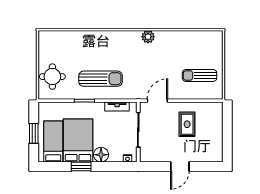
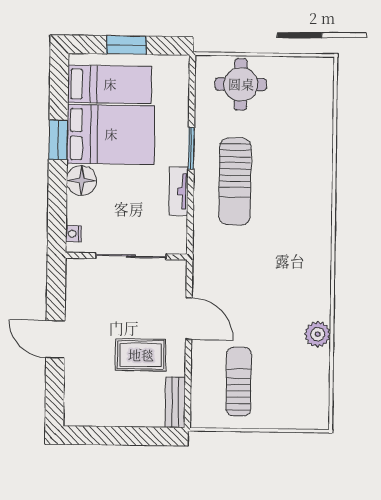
plant: (148, 37) -> (318, 334), moved
door: (157, 101) -> (189, 318), moved
tv unit: (117, 107) -> (179, 191), moved
bench: (210, 107) -> (175, 402), added

